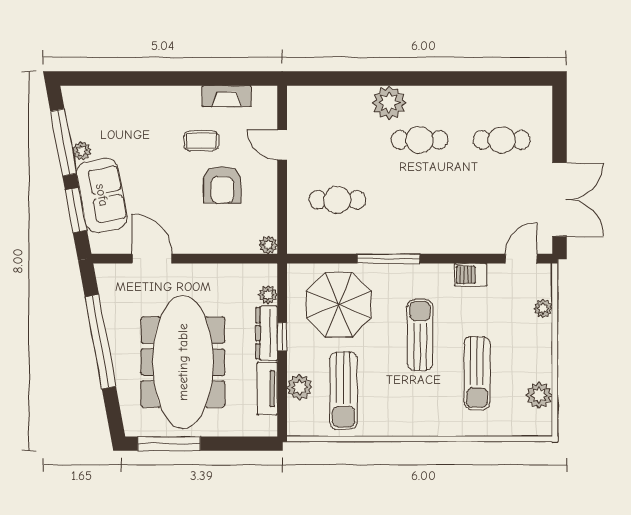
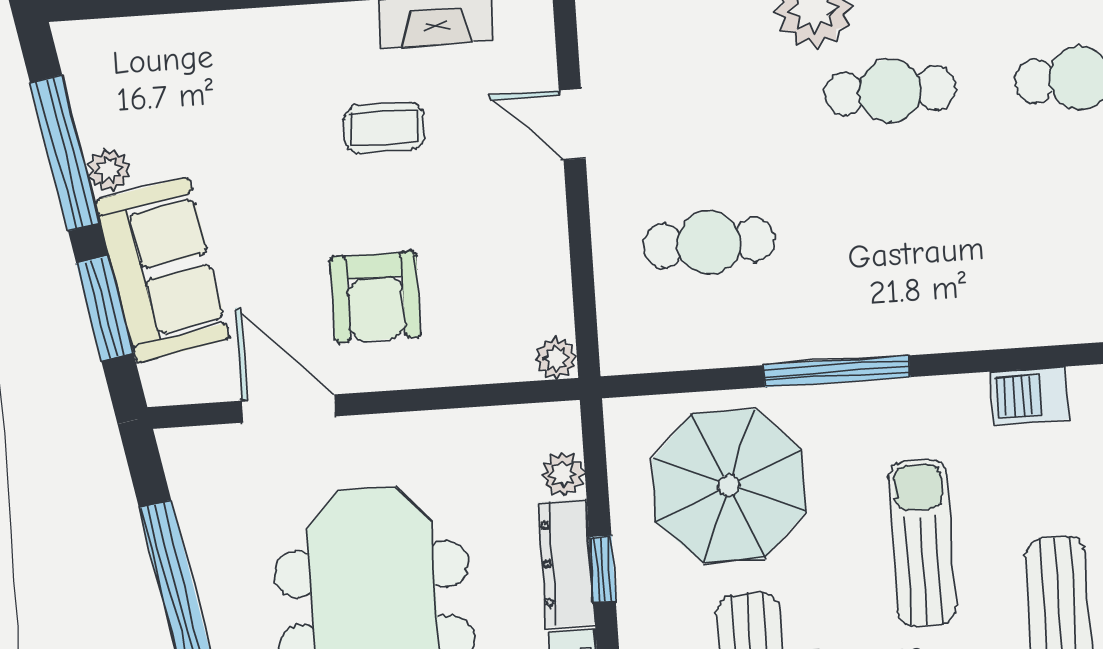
armchair: (222, 185) -> (376, 297), moved

